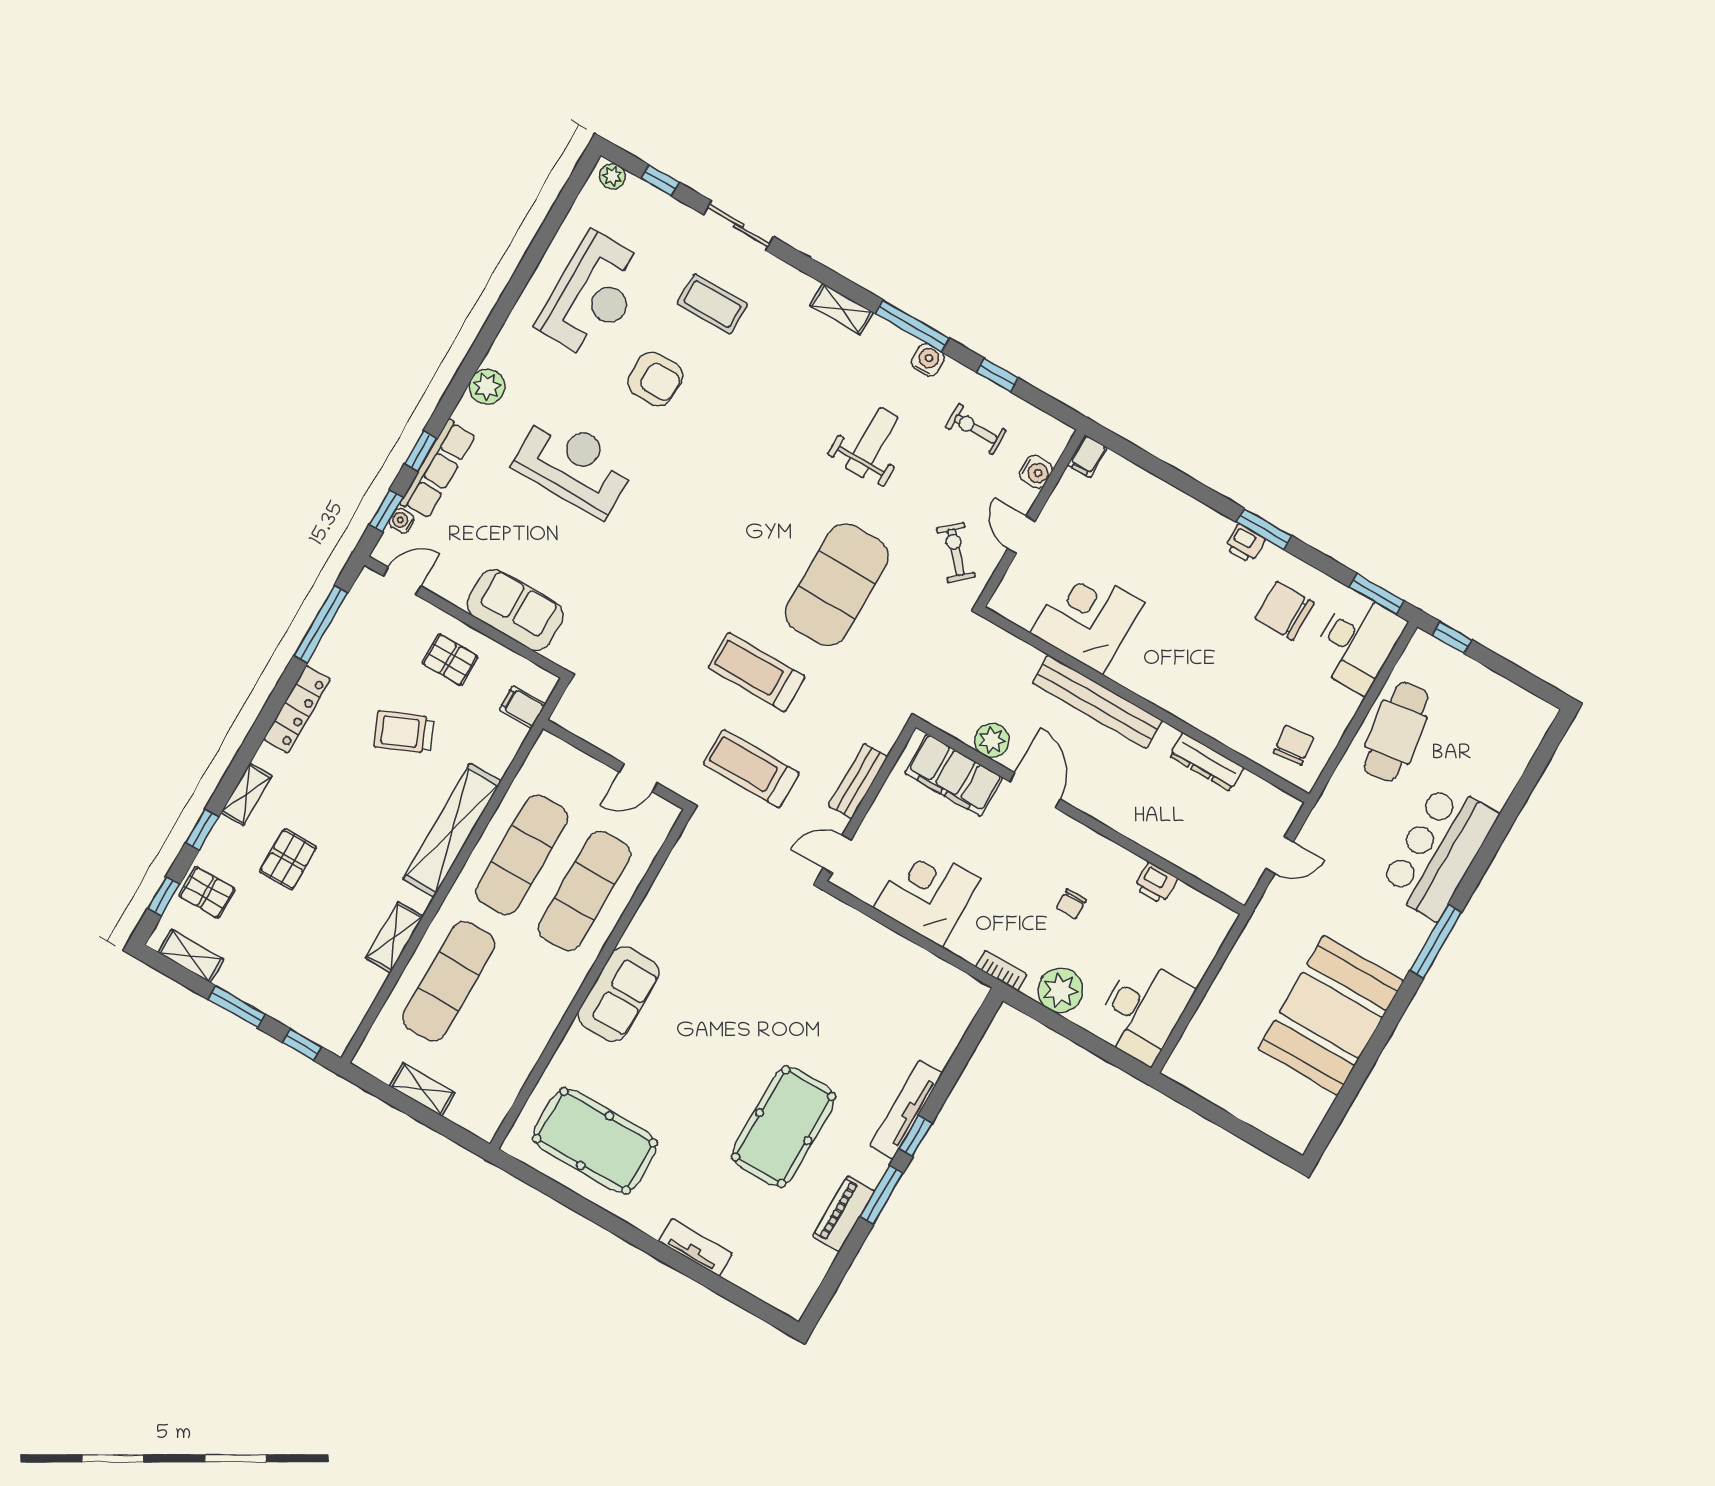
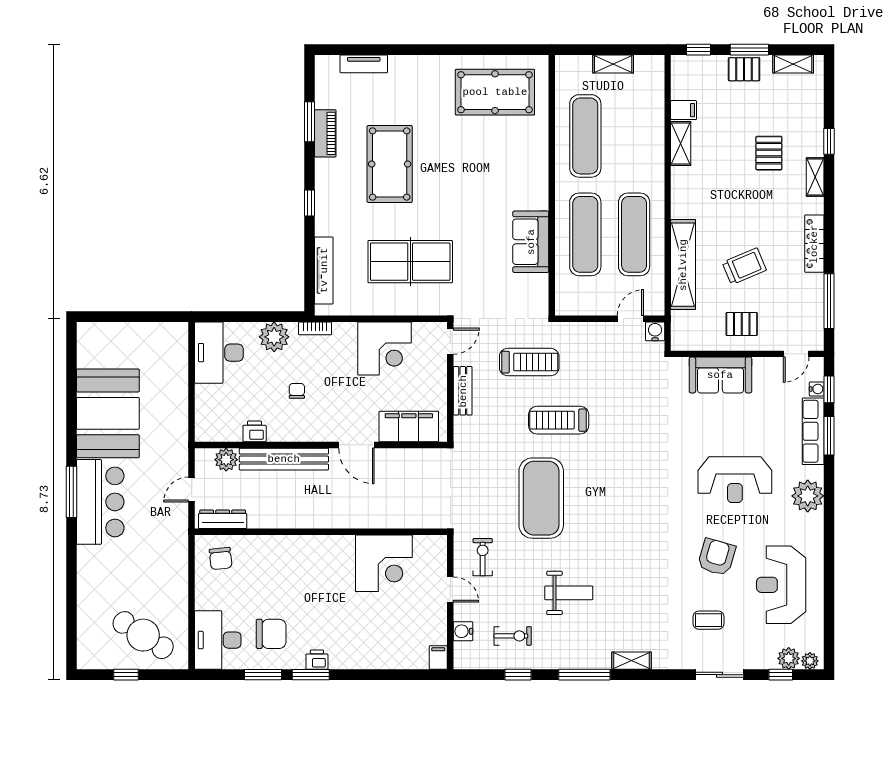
plant: (638, 195) -> (789, 658), added
coffee table: (712, 304) -> (708, 620), width x0.73, depth x0.77
water cooler: (928, 360) -> (655, 331), moved, turned 180
armchair: (655, 379) -> (717, 557), turned 106
plant: (487, 387) -> (808, 496), width x1.36, depth x1.36
weight bench: (872, 442) -> (569, 593), turned -90
window: (421, 451) -> (829, 436), width x1.50
exercise bike: (956, 552) -> (483, 557), turned -138
window: (1377, 594) -> (263, 675), moved
window: (1452, 637) -> (126, 675), moved
treadmill: (757, 672) -> (559, 420), turned 180
bench: (1097, 702) -> (284, 459), moved
filing cabinet: (522, 707) -> (684, 110), moved
cafe table: (1396, 732) -> (143, 635), moved, turned -49
plant: (992, 740) -> (226, 460), moved
dresser: (1207, 762) -> (223, 519), moved
door: (638, 778) -> (630, 319), moved
shelving: (452, 830) -> (683, 265), moved
bar counter: (1439, 851) -> (100, 502), moved
pallet: (207, 892) -> (744, 69), moved
window: (164, 896) -> (829, 89), removed
exercise mat: (449, 981) -> (585, 136), moved
table tennis table: (830, 986) -> (410, 262), added
sofa: (619, 994) -> (531, 242), moved
tv unit: (906, 1109) -> (324, 270), moved
window: (881, 1195) -> (310, 122), moved
tv unit: (695, 1247) -> (364, 64), moved

